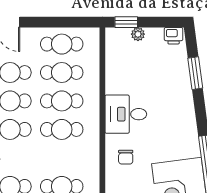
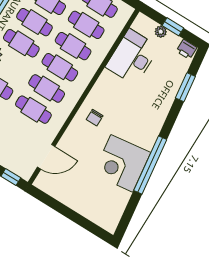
window: (126, 22) -> (173, 27), moved
desk: (126, 114) -> (132, 57), moved, width x1.37
cafe table: (62, 158) -> (47, 88), added

